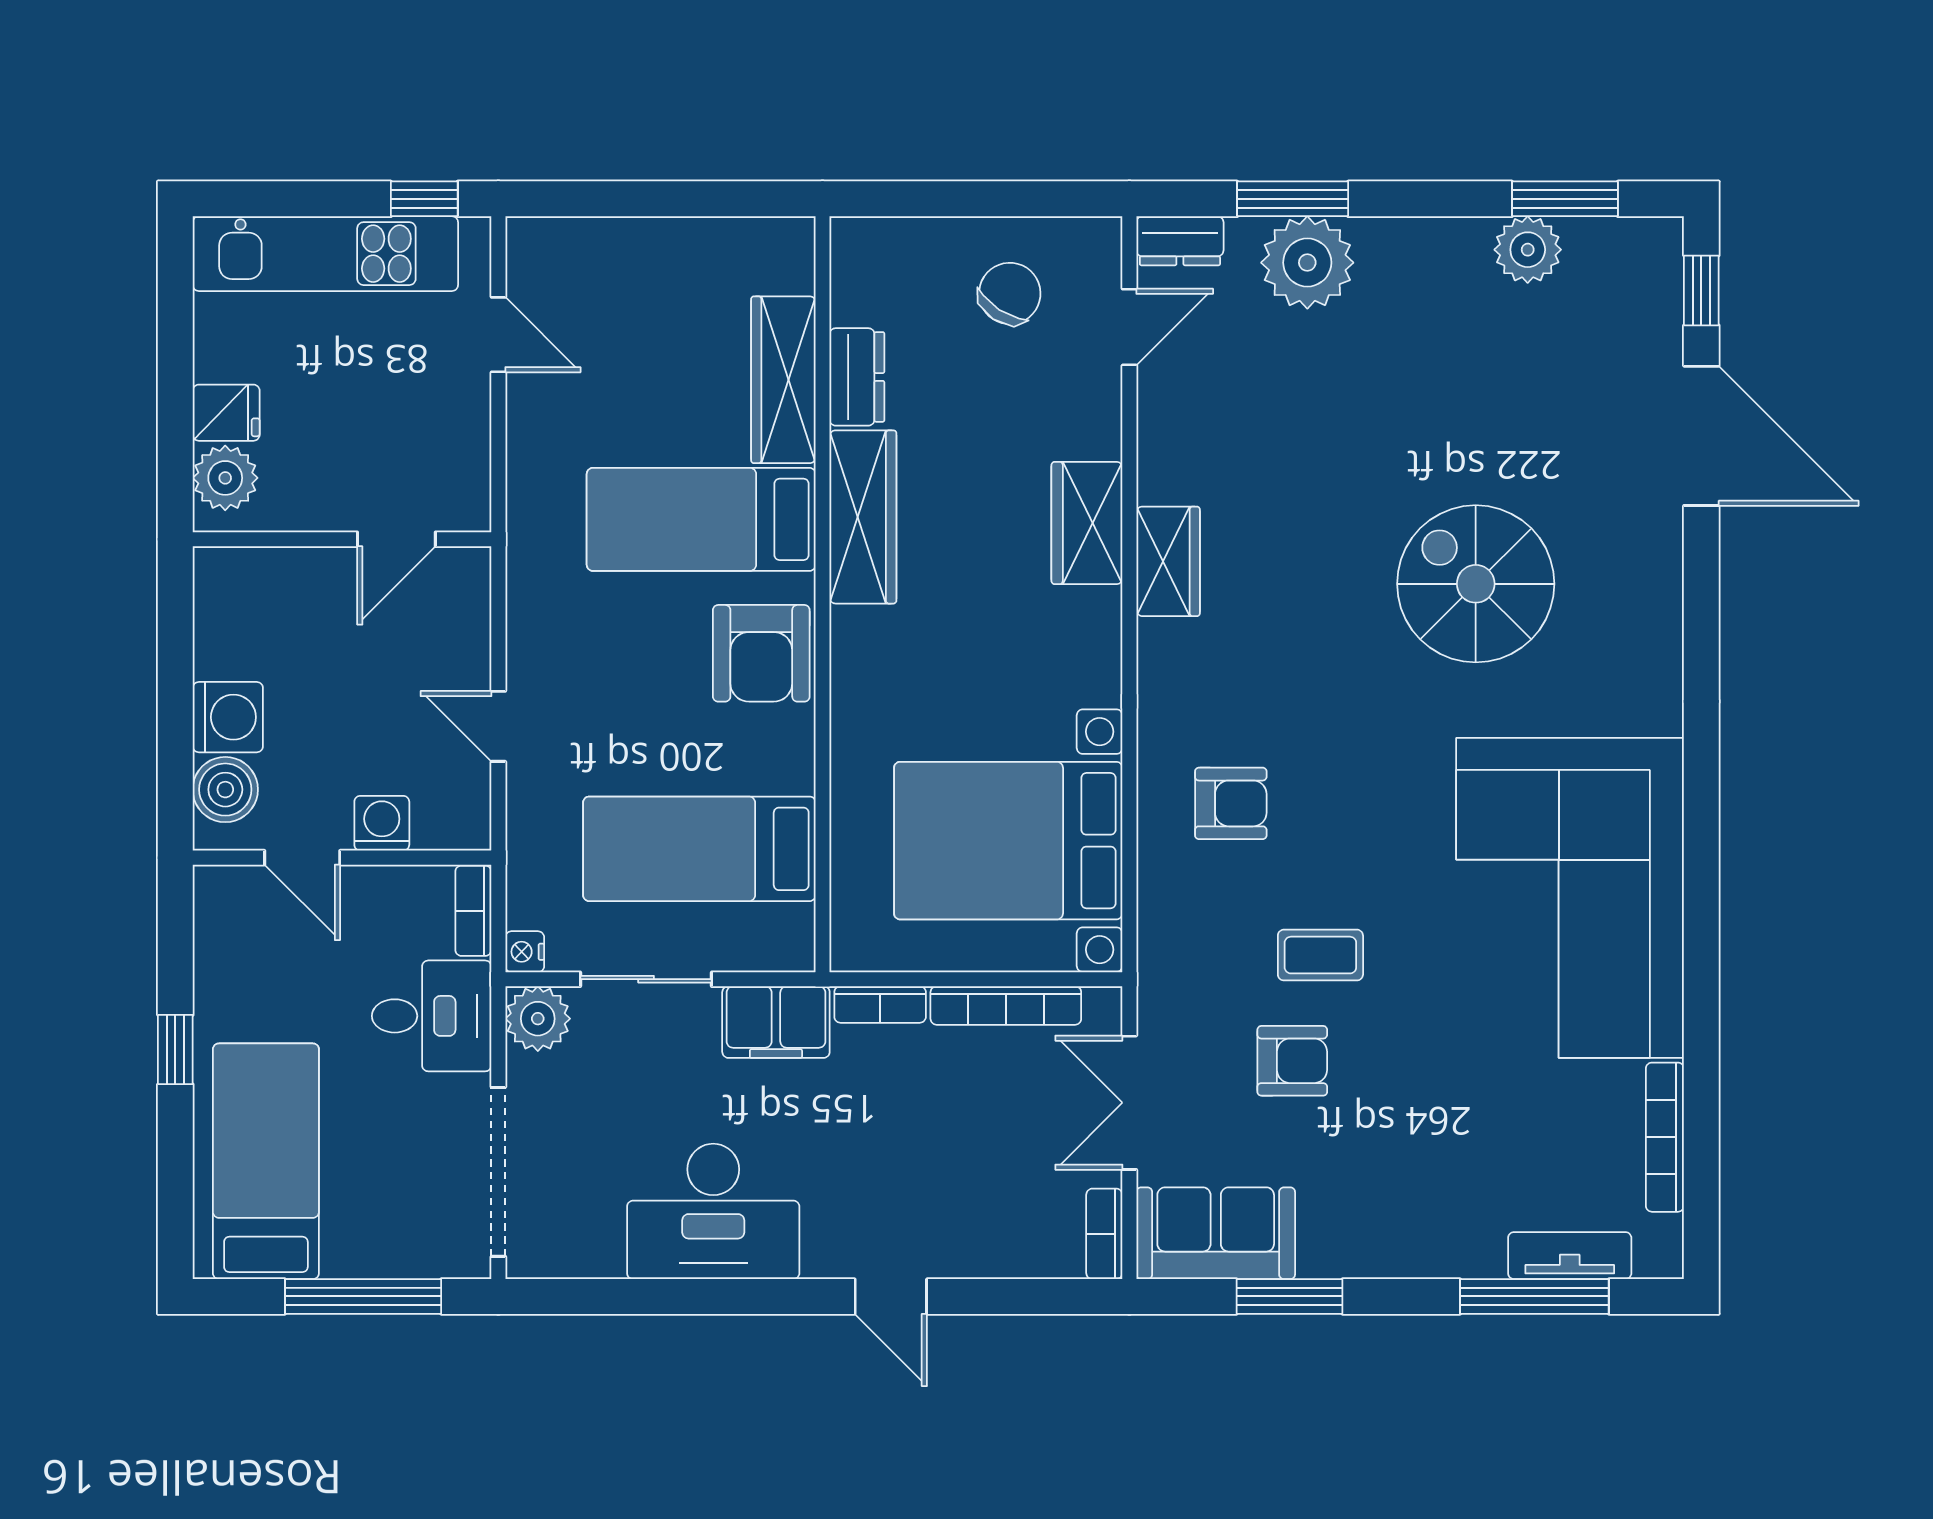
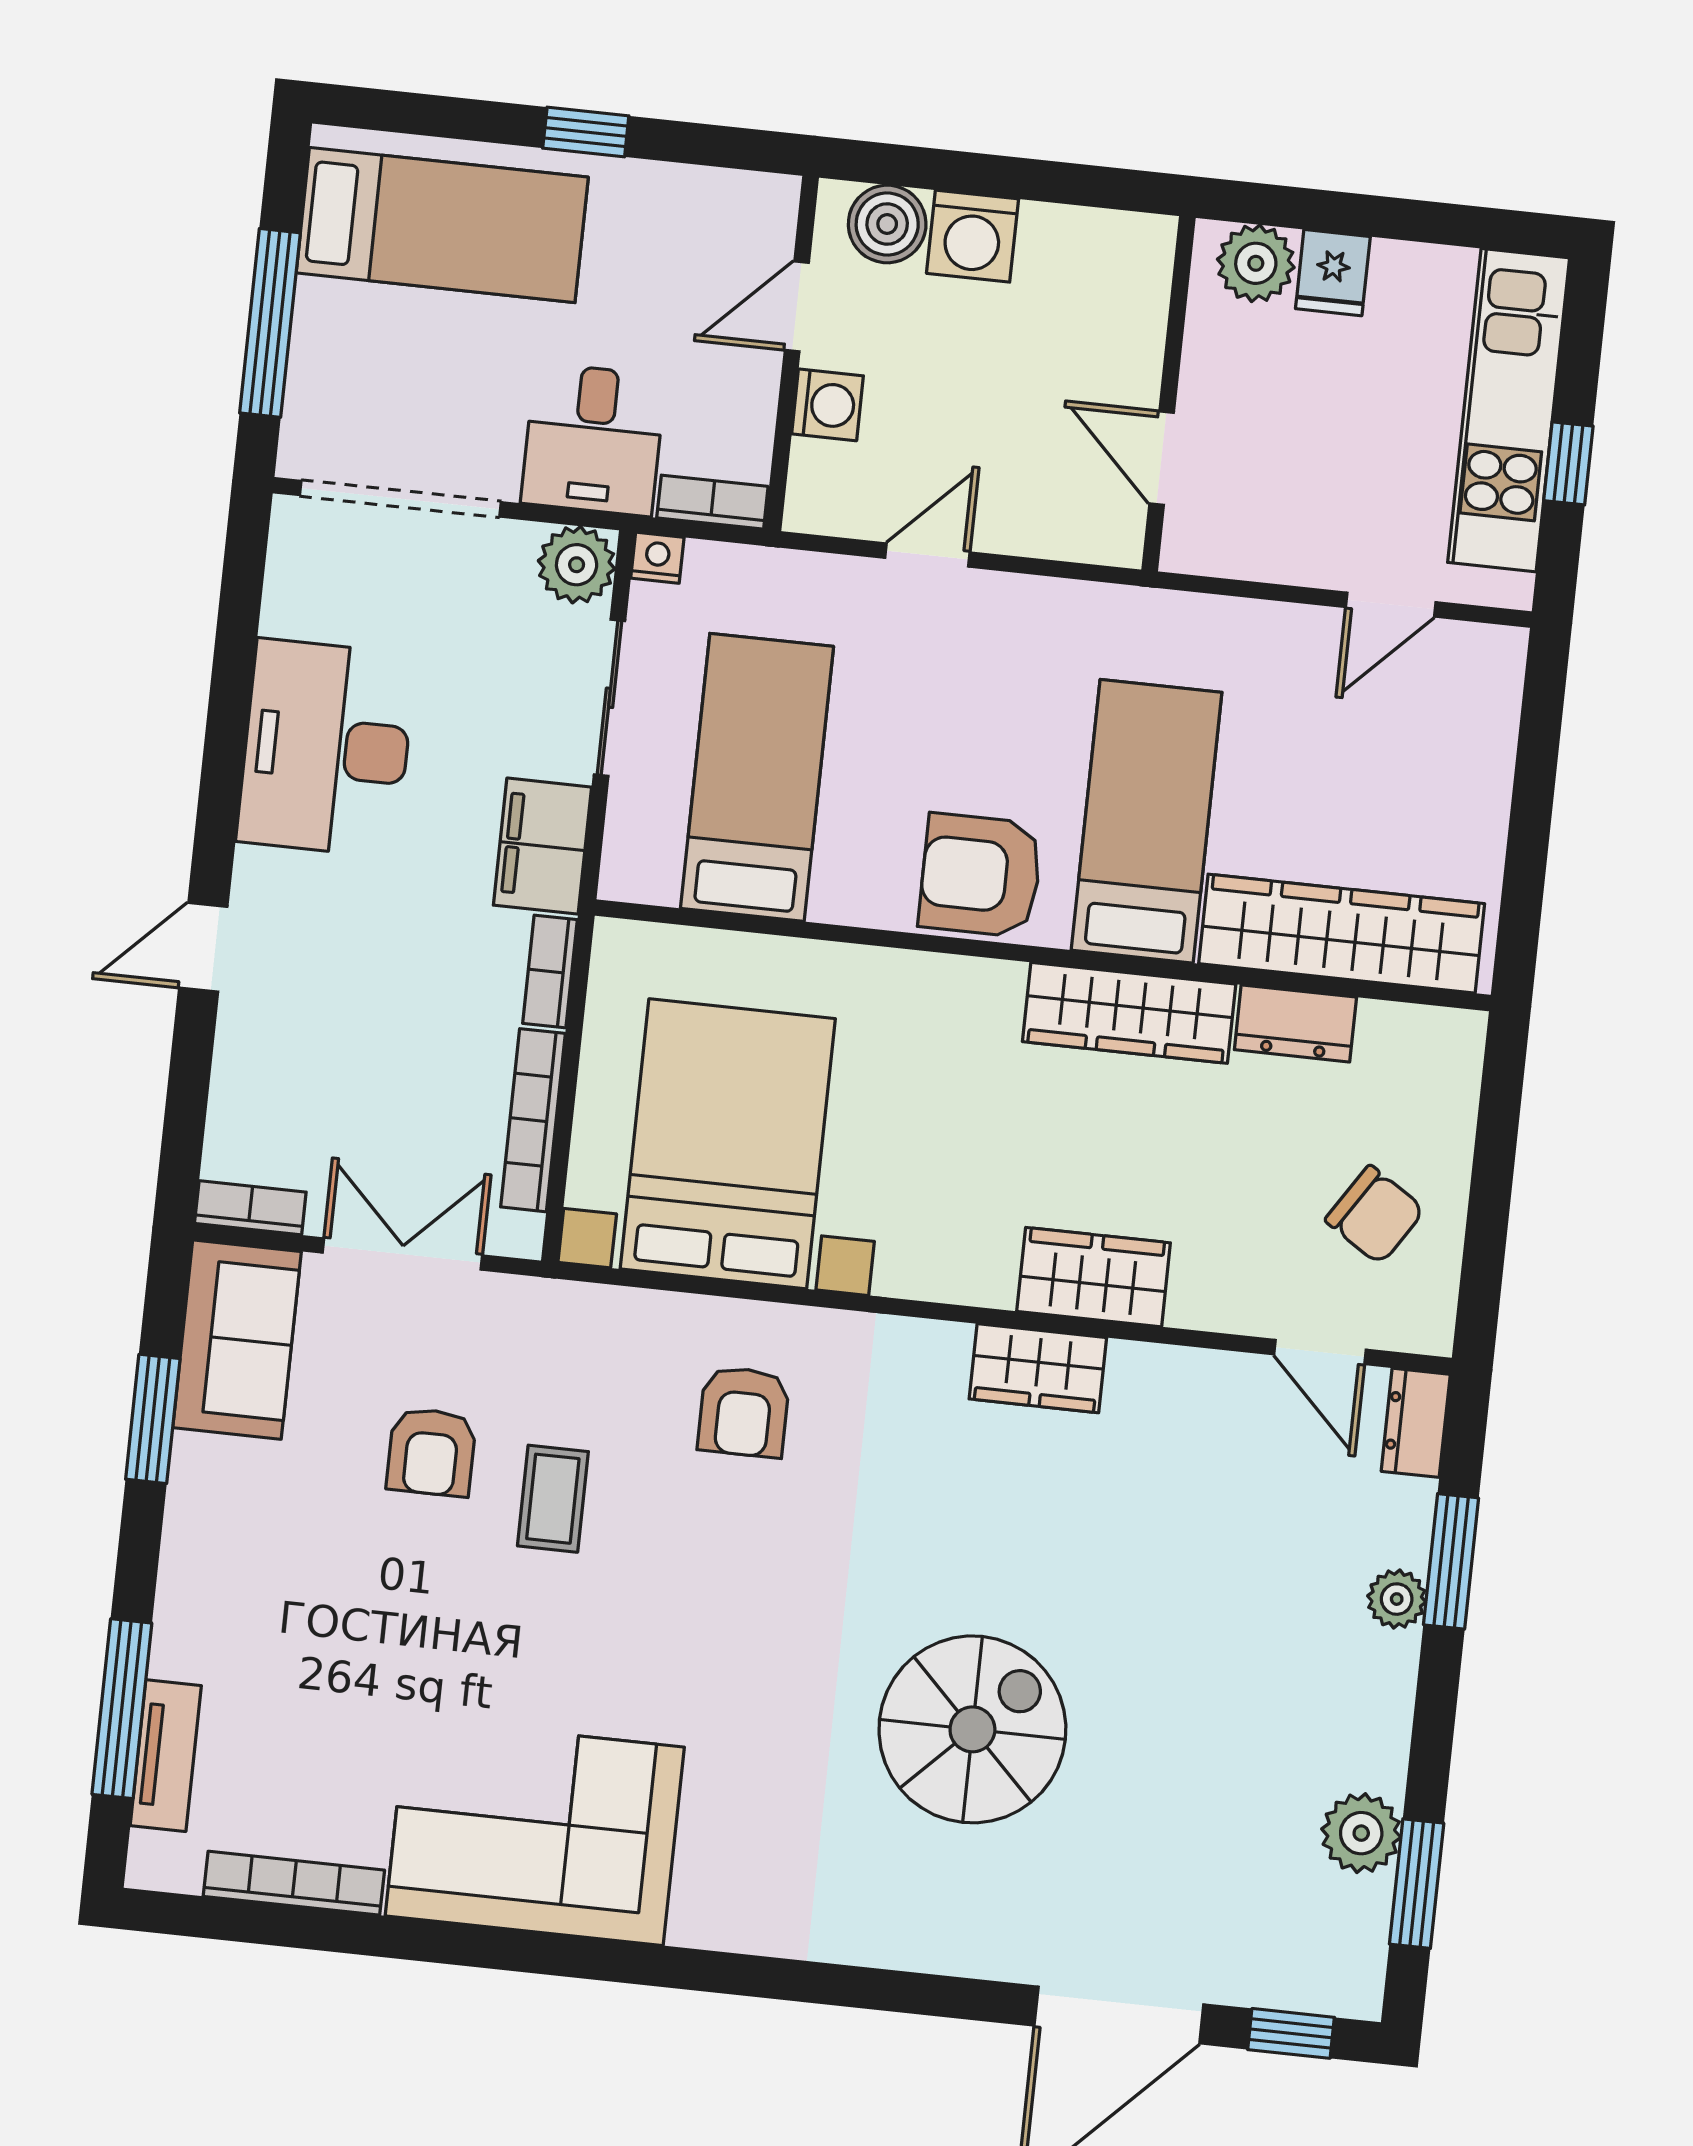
window: (424, 199) -> (1568, 463), moved
plant: (1307, 263) -> (1397, 1599), width x0.53, depth x0.53
wardrobe: (783, 380) -> (1342, 934), width x1.40, depth x1.17
corner sofa: (1570, 898) -> (535, 1831), width x0.73, depth x0.74

